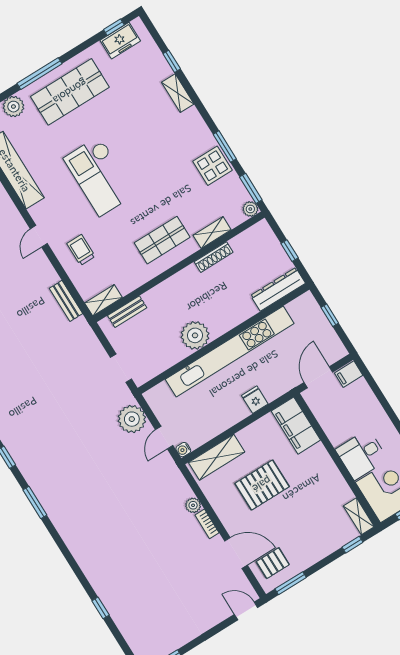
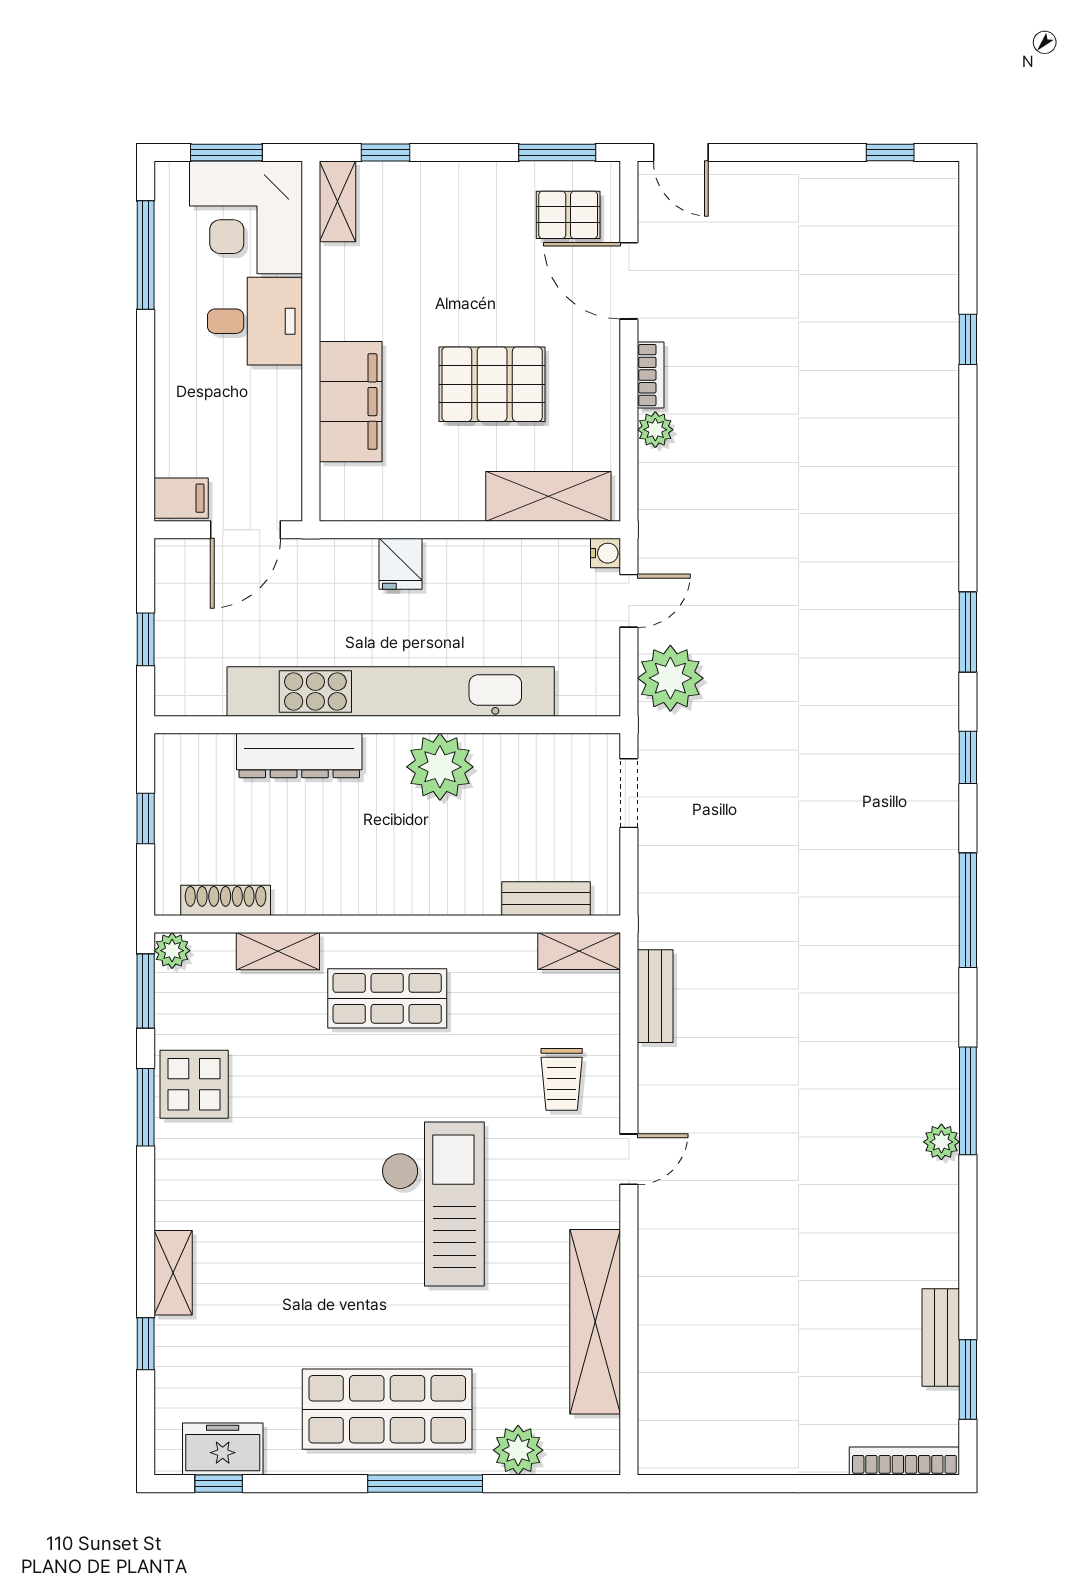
shoe rack: (214, 257) -> (226, 900), moved
dresser: (278, 289) -> (299, 756), moved
filing cabinet: (296, 426) -> (351, 402), moved

